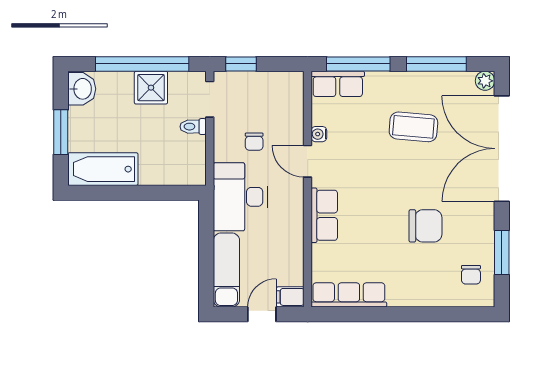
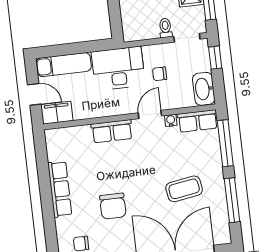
plant: (485, 81) -> (224, 237), removed
row of seats: (338, 84) -> (198, 121), moved, turned -90
washbasin: (281, 85) -> (204, 89), added
coffee table: (413, 127) -> (184, 189), turned 76
row of seats: (349, 295) -> (60, 189), moved
filing cabinet: (290, 297) -> (57, 113), width x2.00

